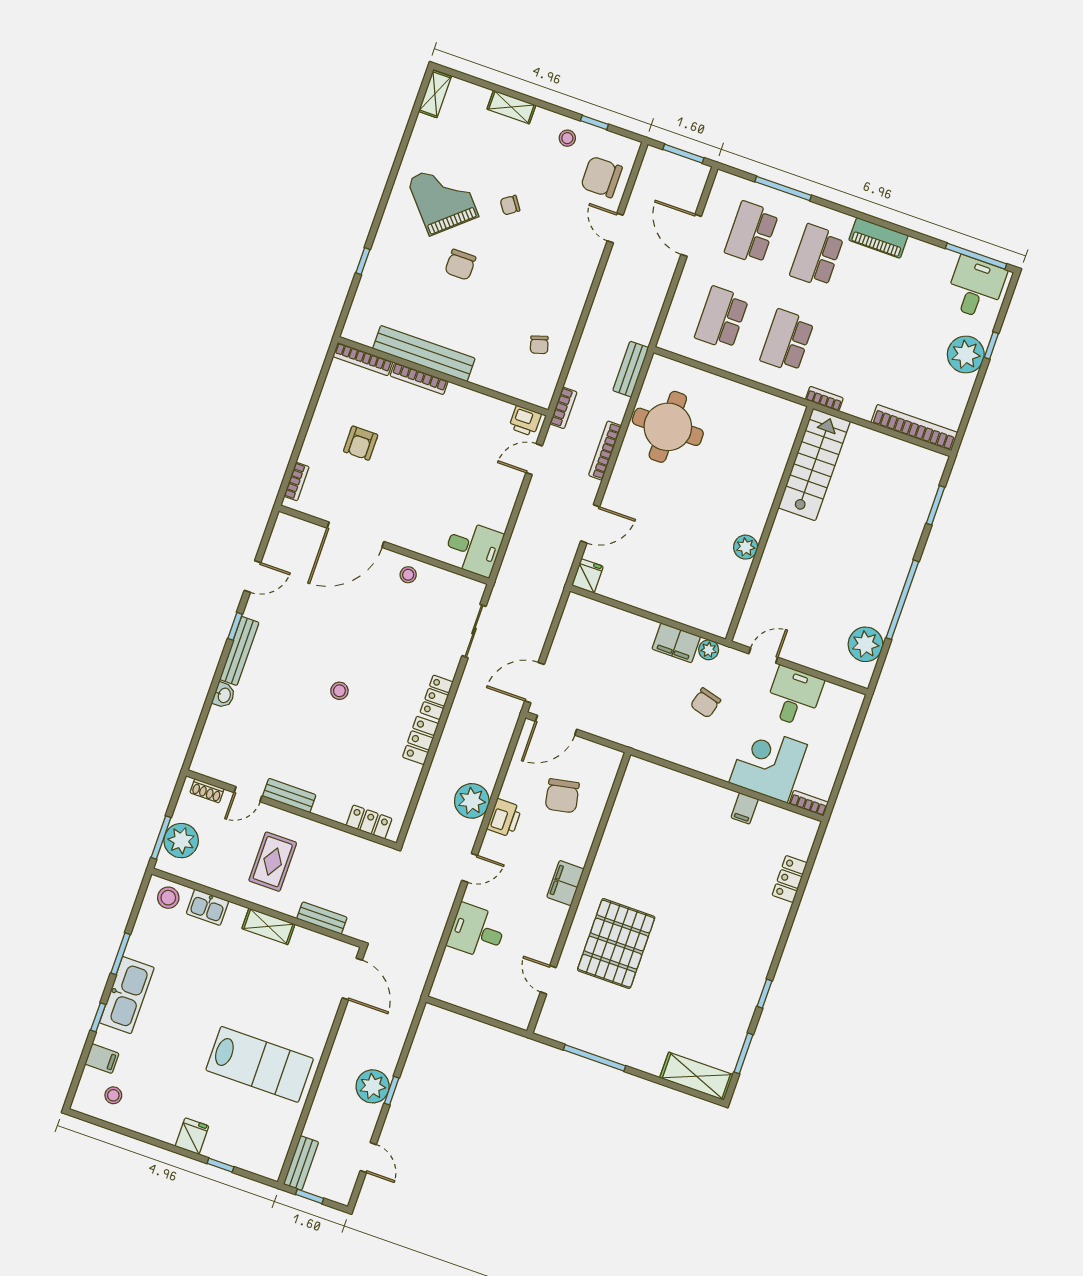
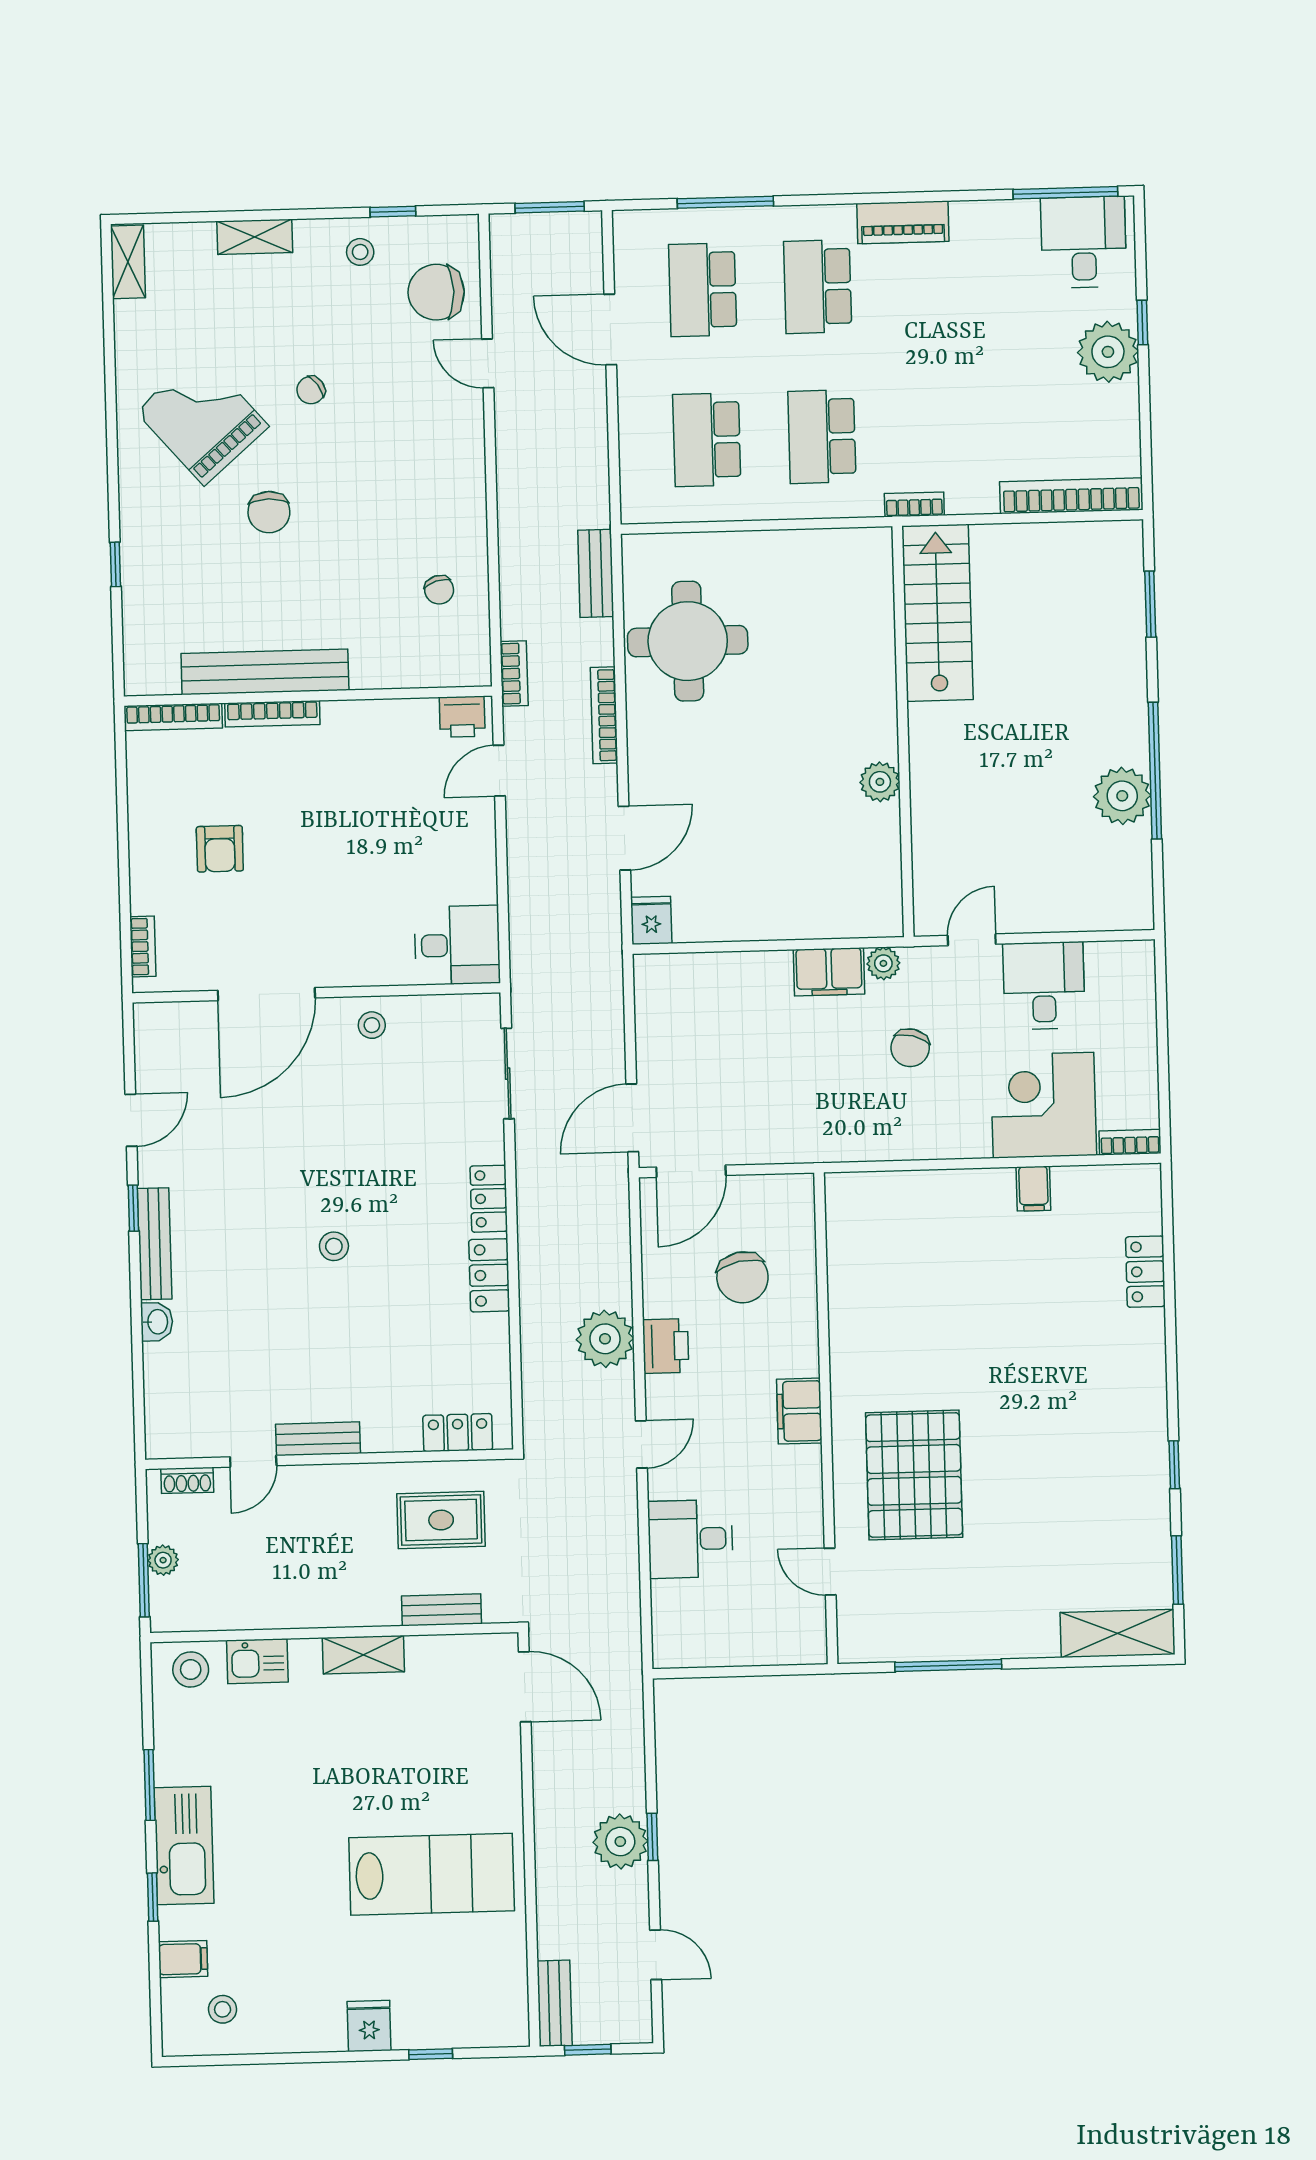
plant: (866, 644) -> (1122, 796), moved
plant: (181, 841) -> (163, 1560), width x0.53, depth x0.53
rug: (273, 862) -> (441, 1520), moved, turned 90

